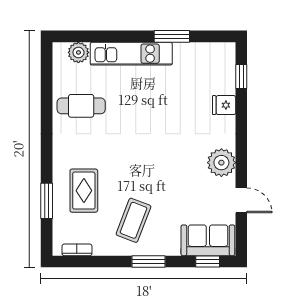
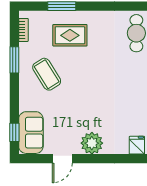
coffee table: (133, 220) -> (47, 74), turned 37
window: (149, 262) -> (14, 60), moved

